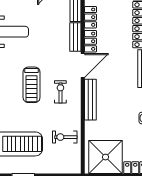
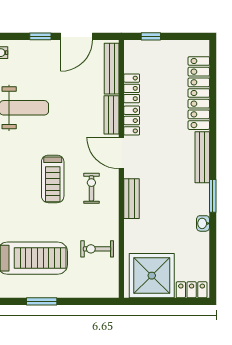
door: (83, 65) -> (121, 153), swing flipped
bench: (90, 100) -> (132, 199), width x0.73

